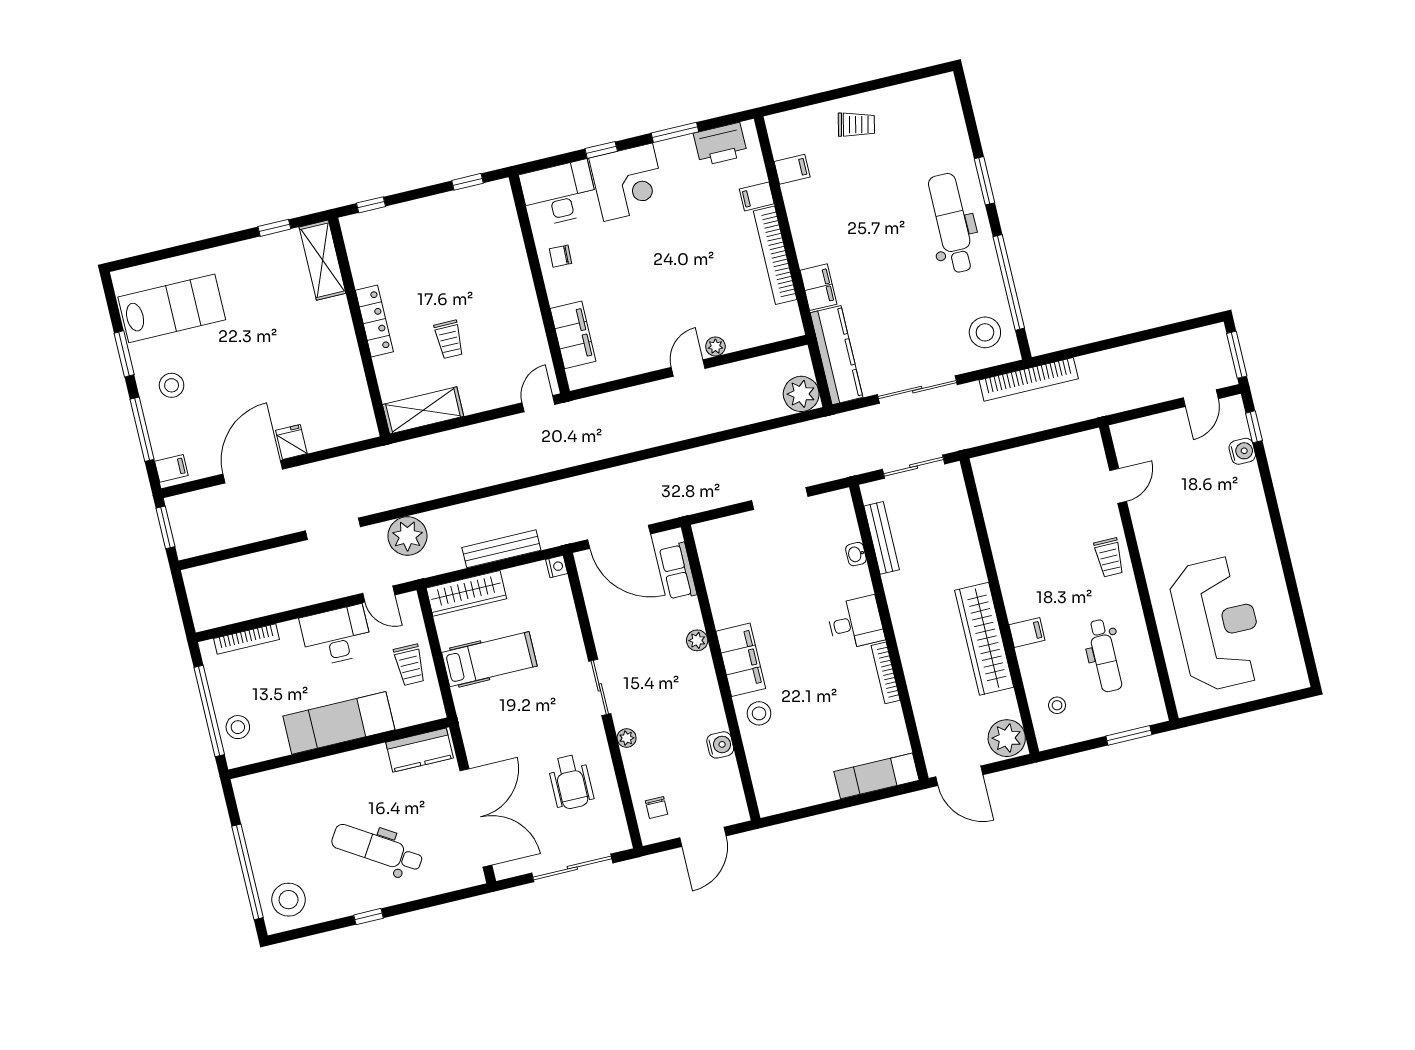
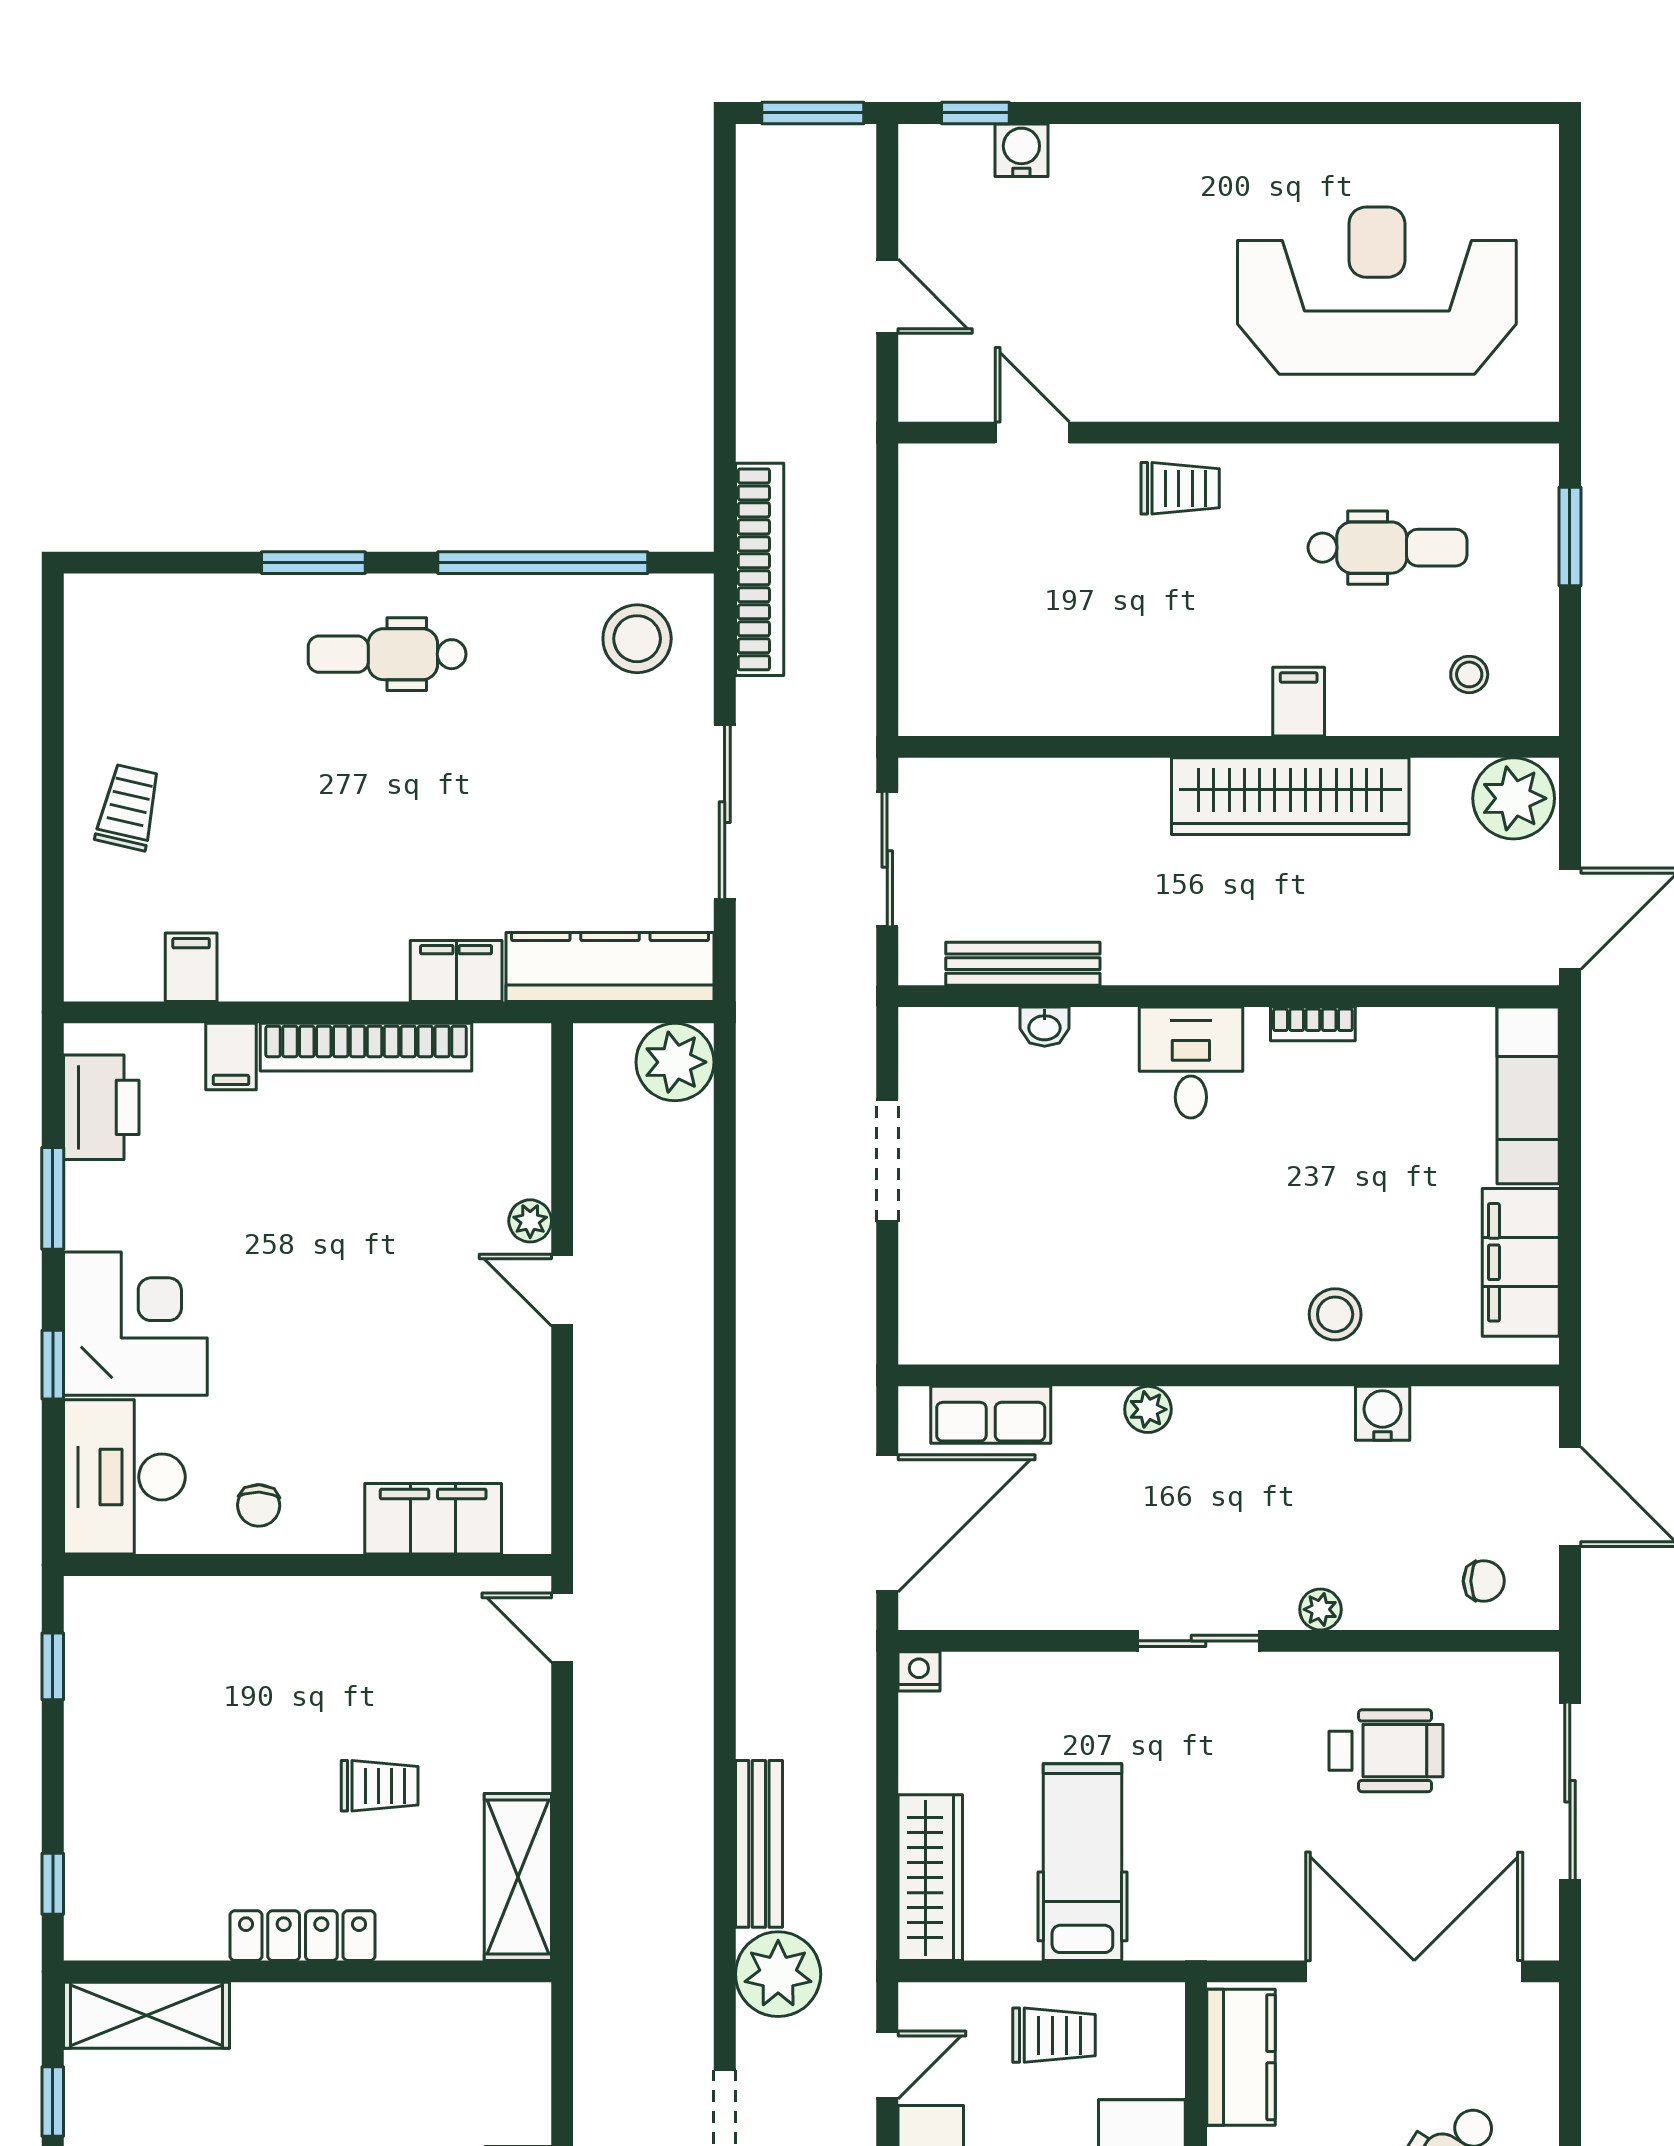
dental chair: (952, 223) -> (387, 654), width x0.73, depth x0.72
door: (1201, 398) -> (887, 296), moved
bench: (501, 549) -> (759, 1844), moved
filing cabinet: (741, 660) -> (1521, 1262), moved, turned -90
bookcase: (886, 673) -> (1313, 1024), width x0.64

